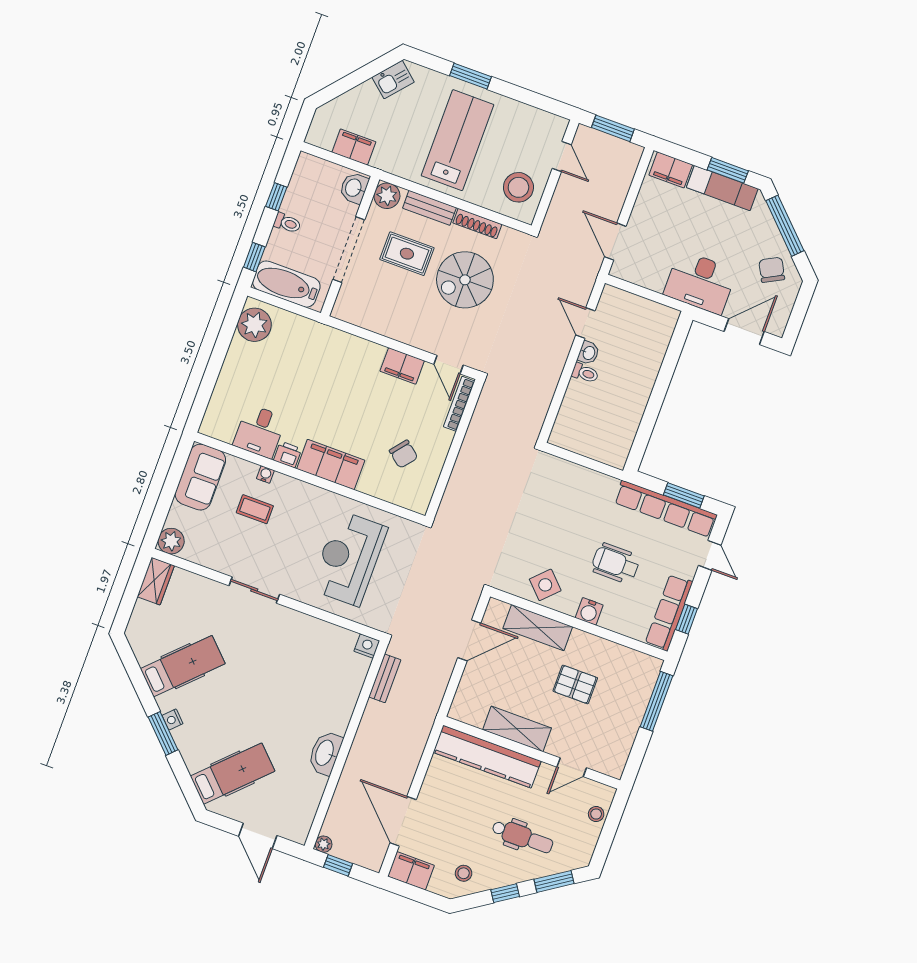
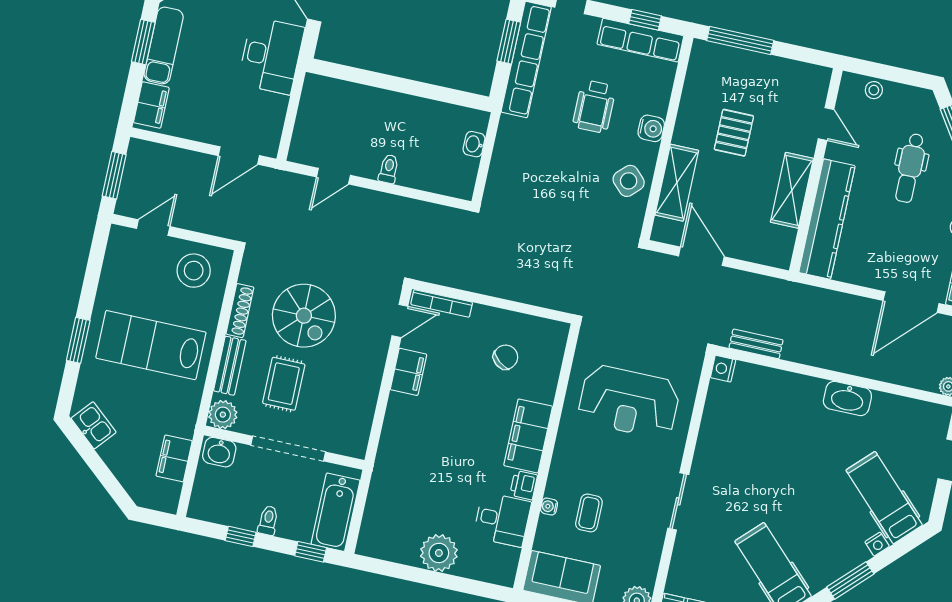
plant: (254, 325) -> (439, 553), moved
washbasin: (588, 353) -> (474, 144), moved, turned -90
nightstand: (173, 719) -> (877, 544), moved
dental chair: (522, 837) -> (910, 168), turned 180

